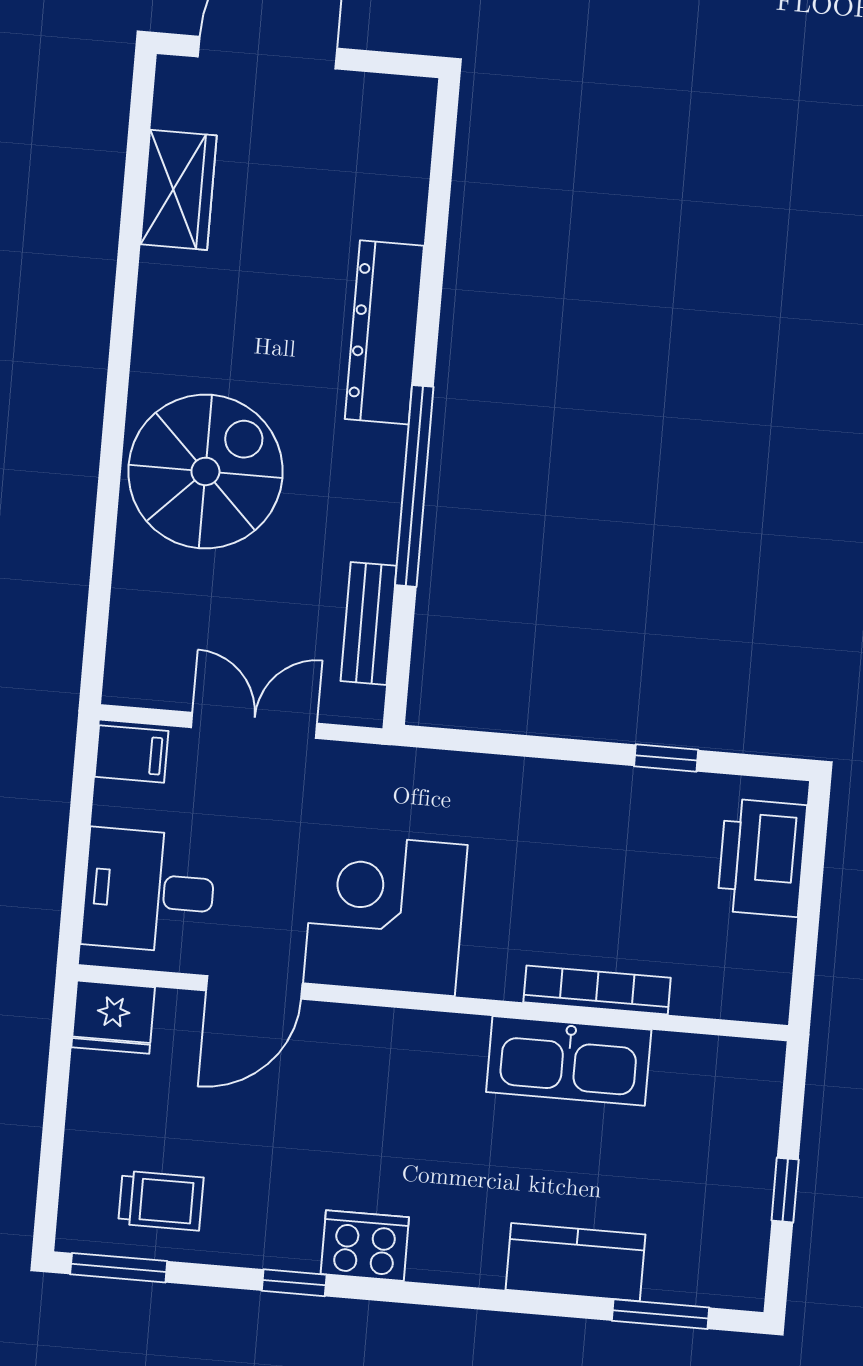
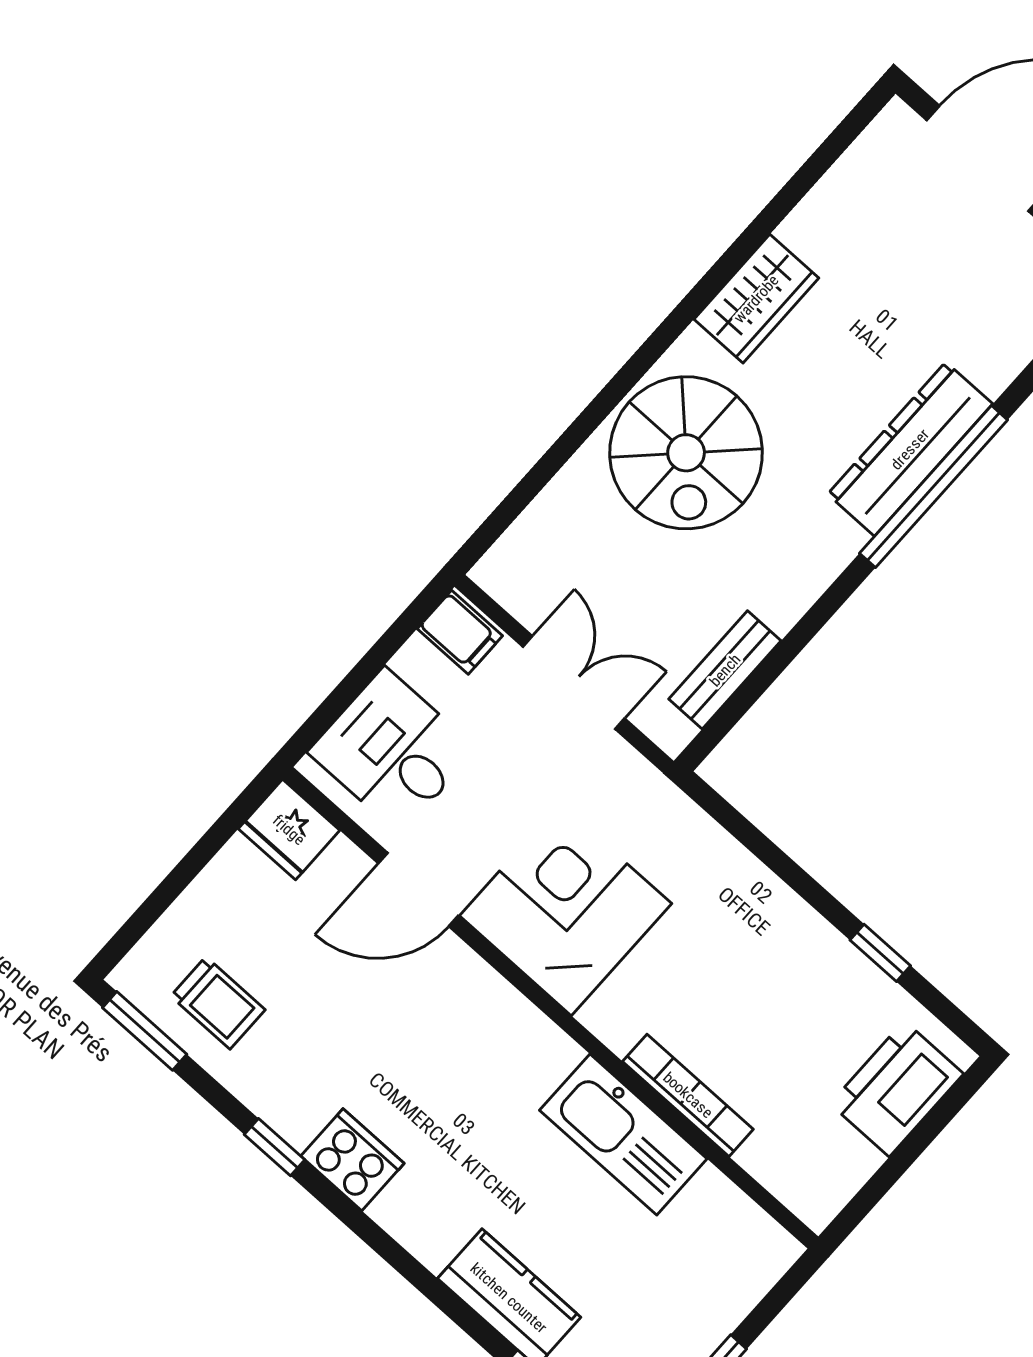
wardrobe: (178, 190) -> (756, 299), moved
spiral stairs: (205, 471) -> (686, 453), turned 90
window: (414, 486) -> (933, 487), moved

